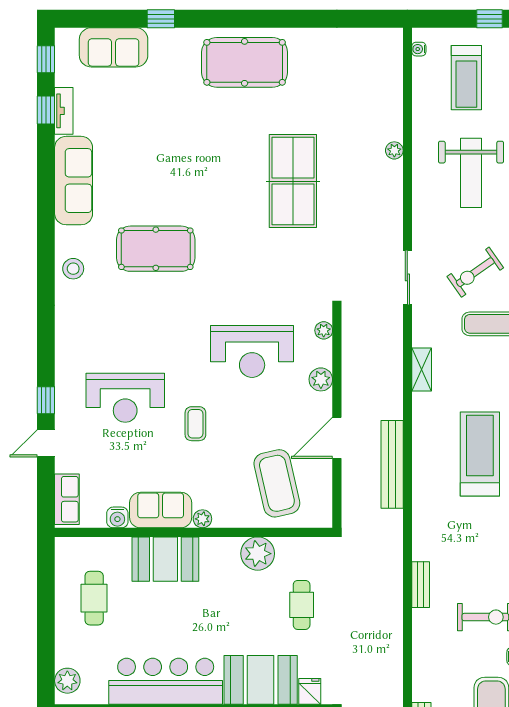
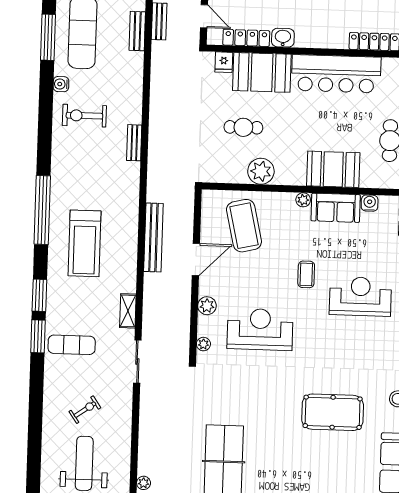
exercise bike: (475, 272) -> (85, 410), moved, width x0.73, depth x0.72
sliding door: (407, 277) -> (137, 361), moved
cafe table: (302, 605) -> (243, 127), moved, turned 90

